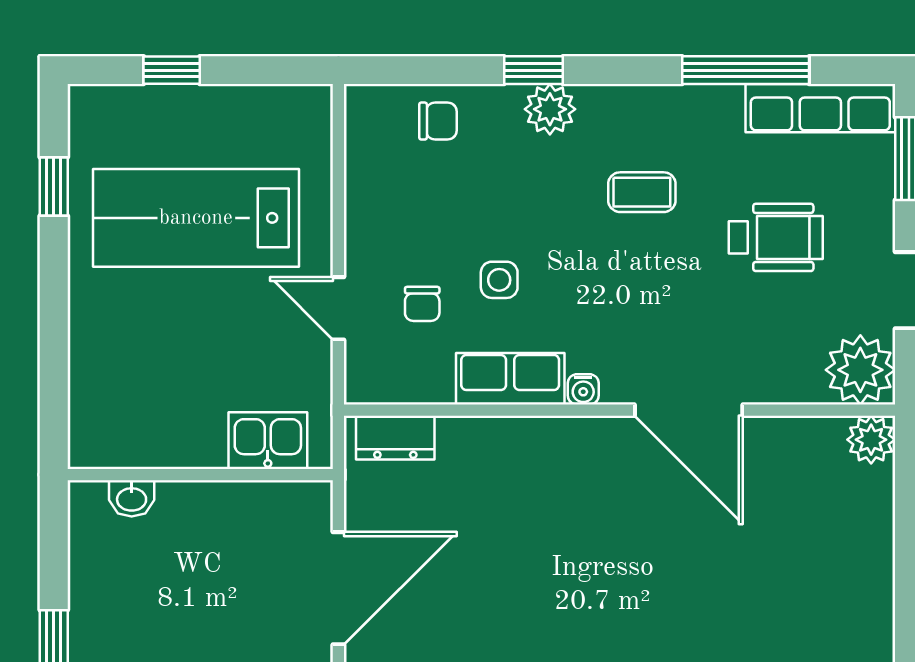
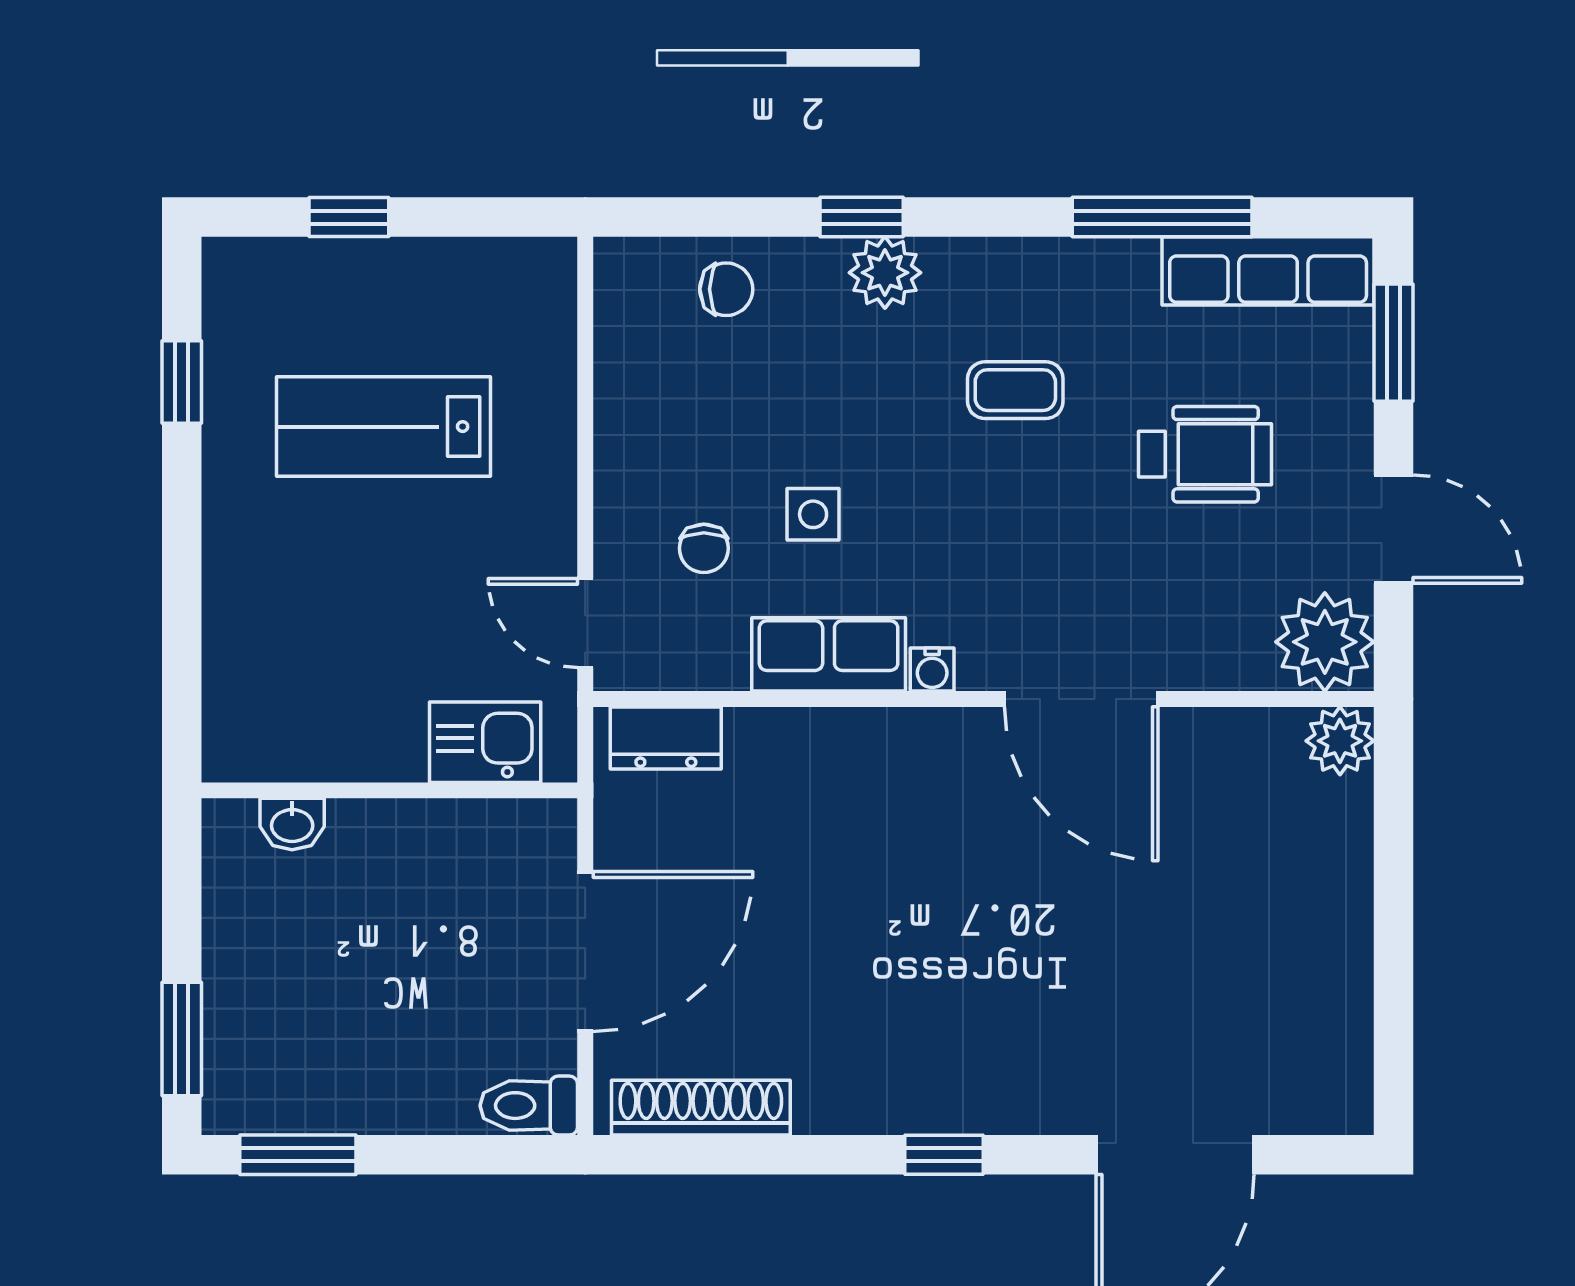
lab bench: (196, 218) -> (383, 427), width x0.73, depth x0.72
door: (338, 308) -> (585, 623), moved

